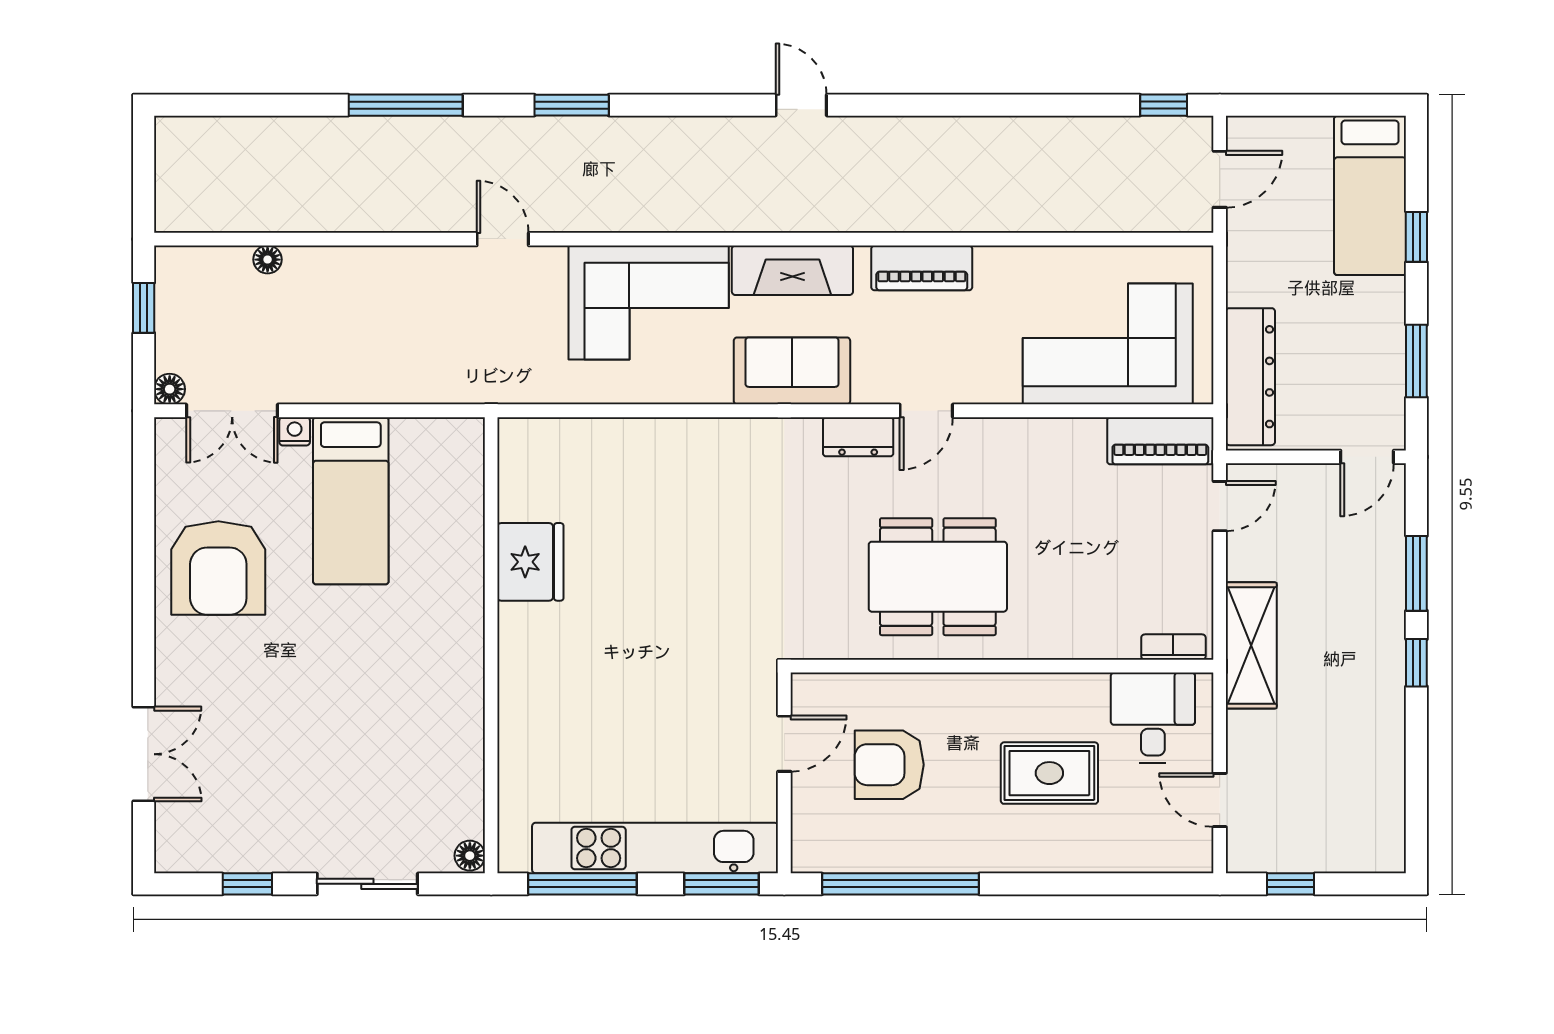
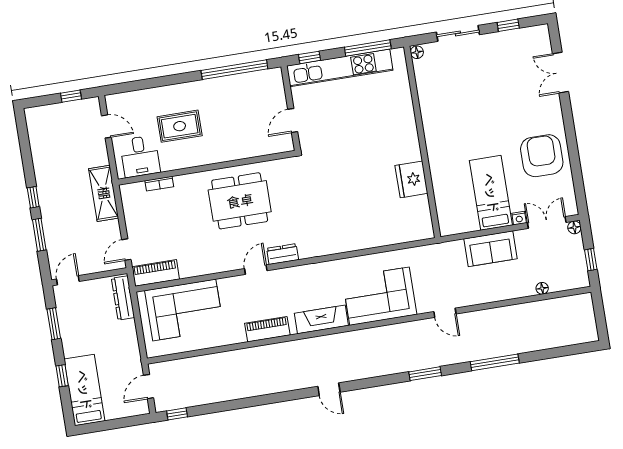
sofa: (792, 371) -> (490, 249), moved
dresser: (1250, 377) -> (123, 298), width x0.73, depth x0.80
bookcase: (1173, 647) -> (159, 184), moved
armchair: (889, 765) -> (247, 119), removed
window: (722, 884) -> (309, 57), width x0.67

